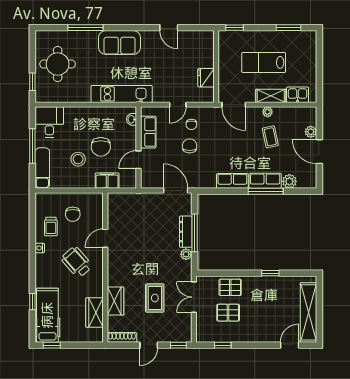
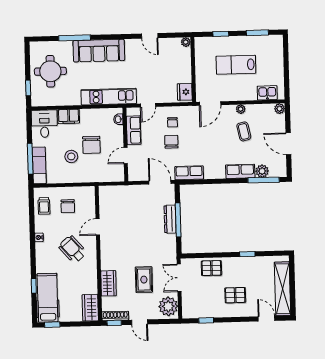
window: (235, 28) -> (221, 34), moved
plant: (209, 36) -> (186, 42), added
sofa: (119, 43) -> (99, 51), width x1.36
fridge: (206, 78) -> (185, 92), moved
shelving: (271, 96) -> (243, 95), removed
door: (178, 105) -> (148, 105), moved
door: (234, 105) -> (210, 103), hinge flipped
plant: (311, 132) -> (280, 109), moved
window: (32, 146) -> (30, 159), moved
filing cabinet: (107, 181) -> (69, 116), moved, turned 180
row of seats: (232, 181) -> (189, 173), moved
window: (266, 191) -> (264, 180), moved
trolley: (51, 227) -> (44, 206), moved
plant: (186, 254) -> (168, 306), moved, width x1.87, depth x1.87
wardrobe: (95, 313) -> (90, 308), moved
pallet: (228, 313) -> (235, 295), moved
door: (149, 345) -> (140, 322), hinge flipped
window: (178, 345) -> (114, 323), moved
door: (290, 345) -> (266, 319), hinge flipped

